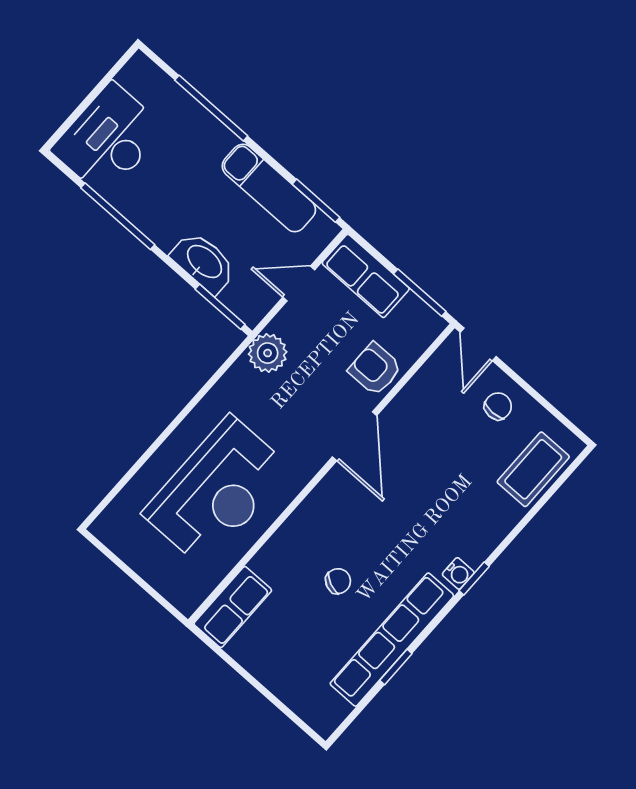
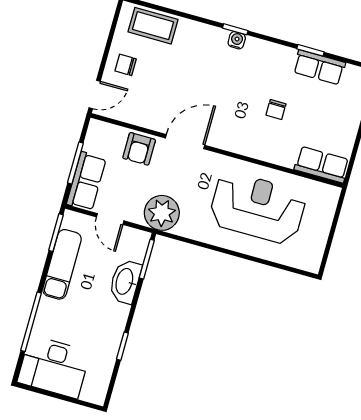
desk: (108, 139) -> (54, 367), moved
window: (118, 216) -> (122, 346), width x0.46
window: (420, 293) -> (75, 163), moved
plant: (268, 353) -> (162, 213), width x1.36, depth x1.36
chair: (338, 581) -> (276, 110), turned -114
row of seats: (392, 640) -> (319, 67), width x0.50

